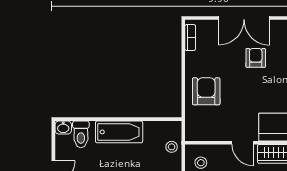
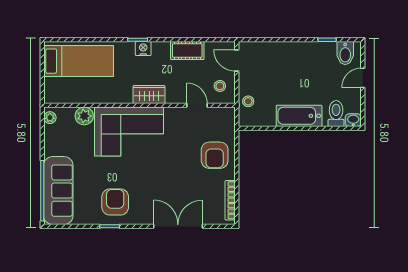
bookcase: (190, 37) -> (230, 200), width x1.56
armchair: (256, 58) -> (167, 188), removed
door: (243, 143) -> (197, 105), moved

